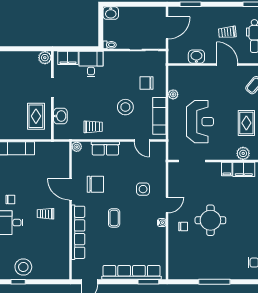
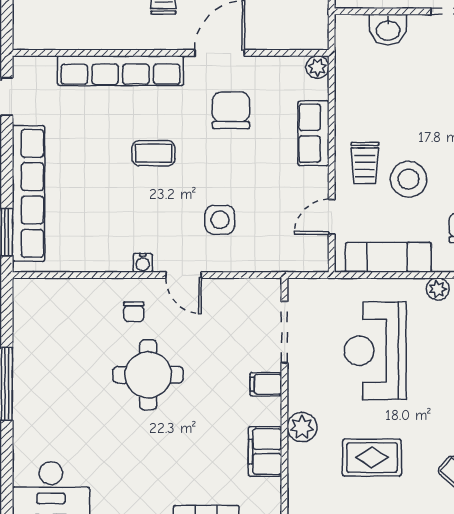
reception desk: (200, 122) -> (375, 351), turned 90
trolley: (93, 127) -> (365, 163), moved
plant: (243, 153) -> (302, 427), moved
filing cabinet: (227, 169) -> (266, 384), moved
chair: (95, 184) -> (231, 110), turned 180

